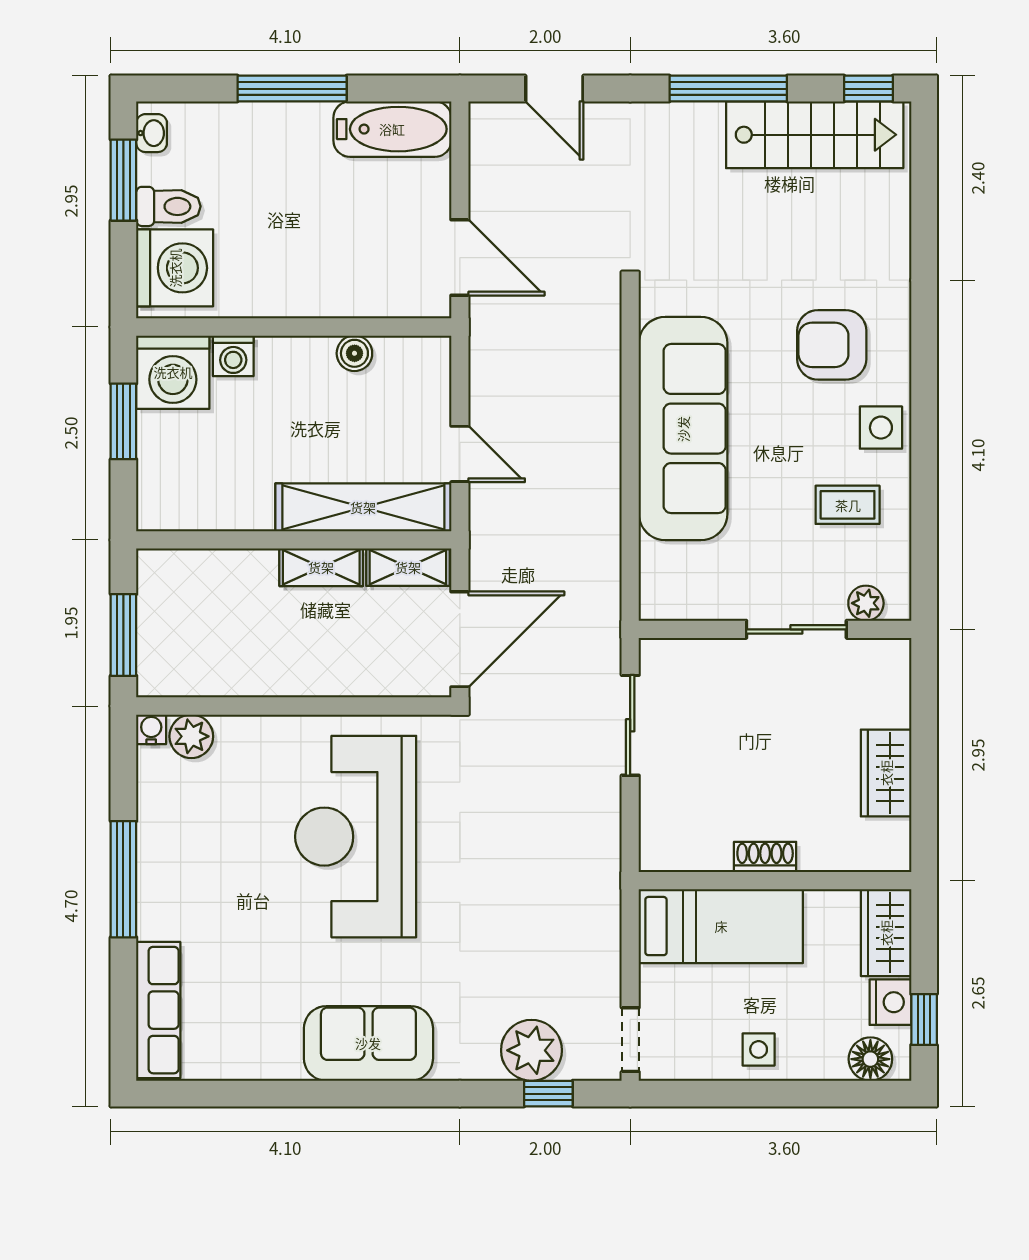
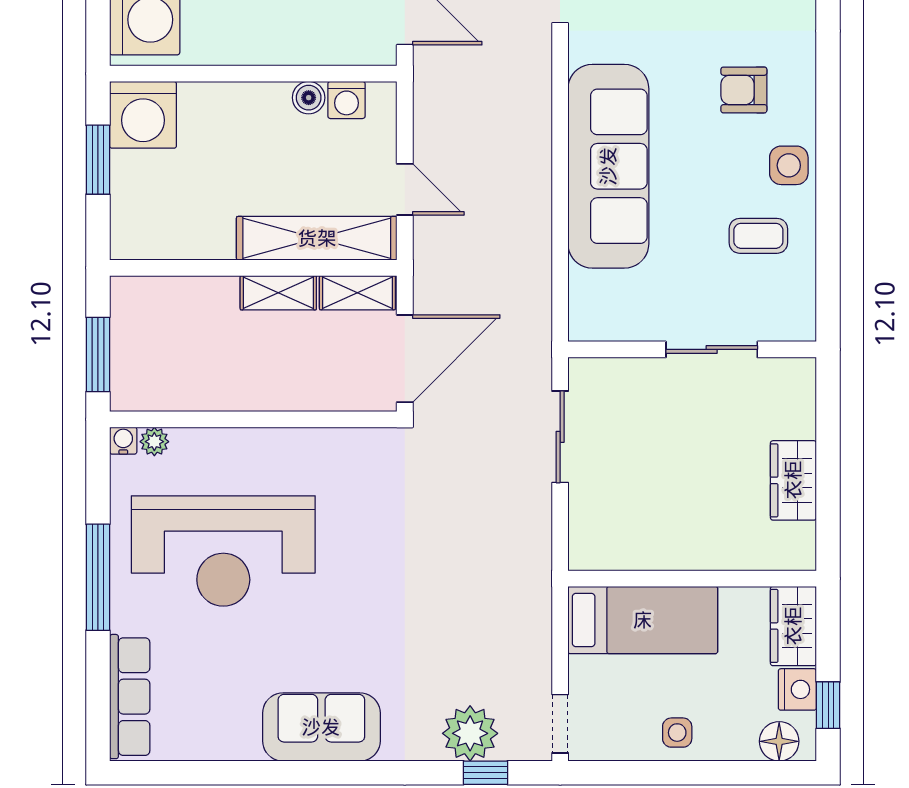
armchair: (832, 345) -> (744, 90), width x0.72, depth x0.72
washing machine: (233, 356) -> (346, 100), moved
plant: (866, 603) -> (775, 326), removed
plant: (191, 736) -> (154, 442), width x0.73, depth x0.73
reception desk: (356, 837) -> (223, 551), moved, turned -90
shoe rack: (765, 857) -> (683, 557), removed

